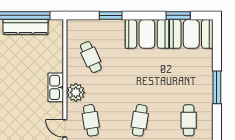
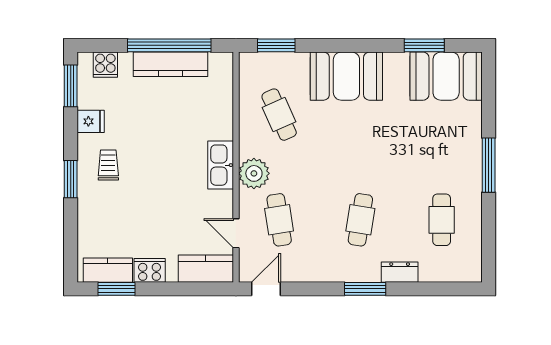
window: (111, 15) -> (276, 45), moved
booth: (147, 34) -> (346, 76), moved

